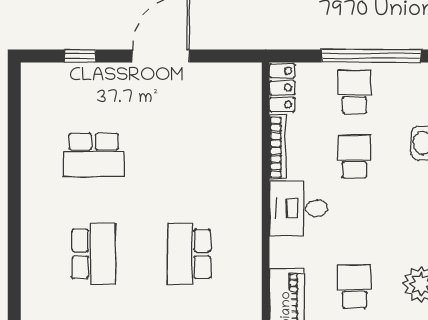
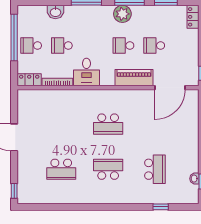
window: (80, 56) -> (14, 191), moved
school desk: (94, 155) -> (61, 169), turned 90

